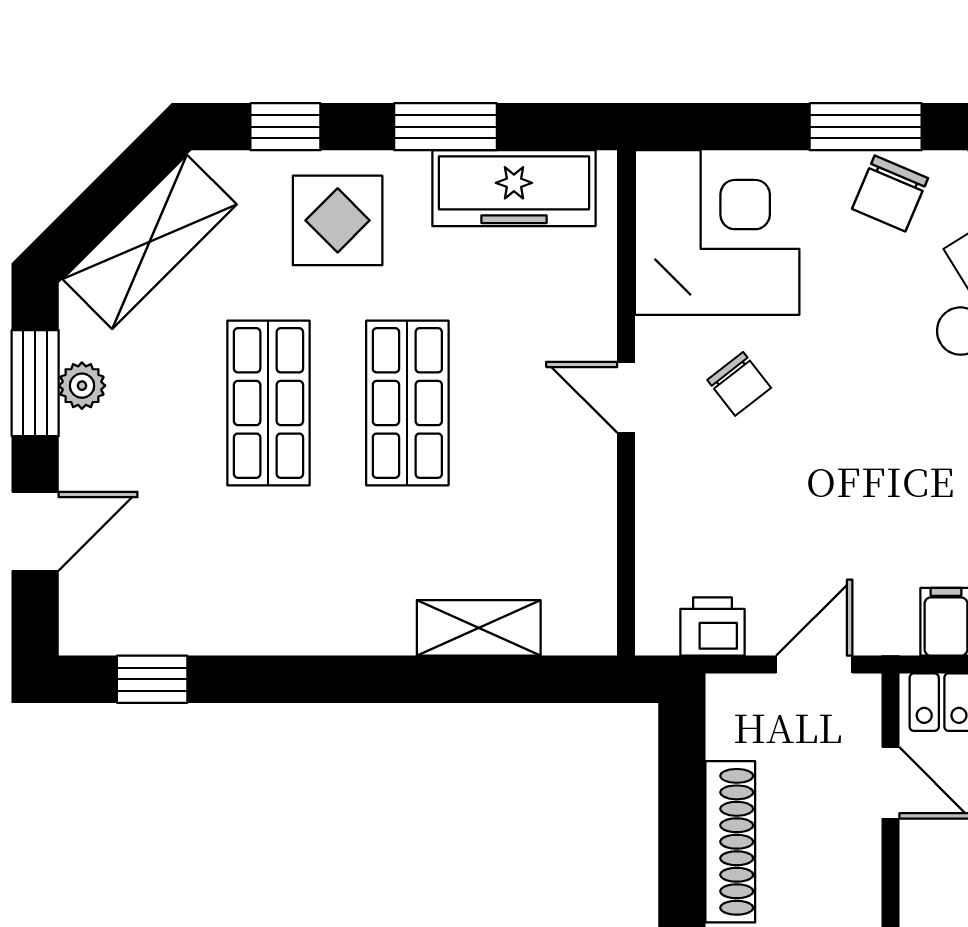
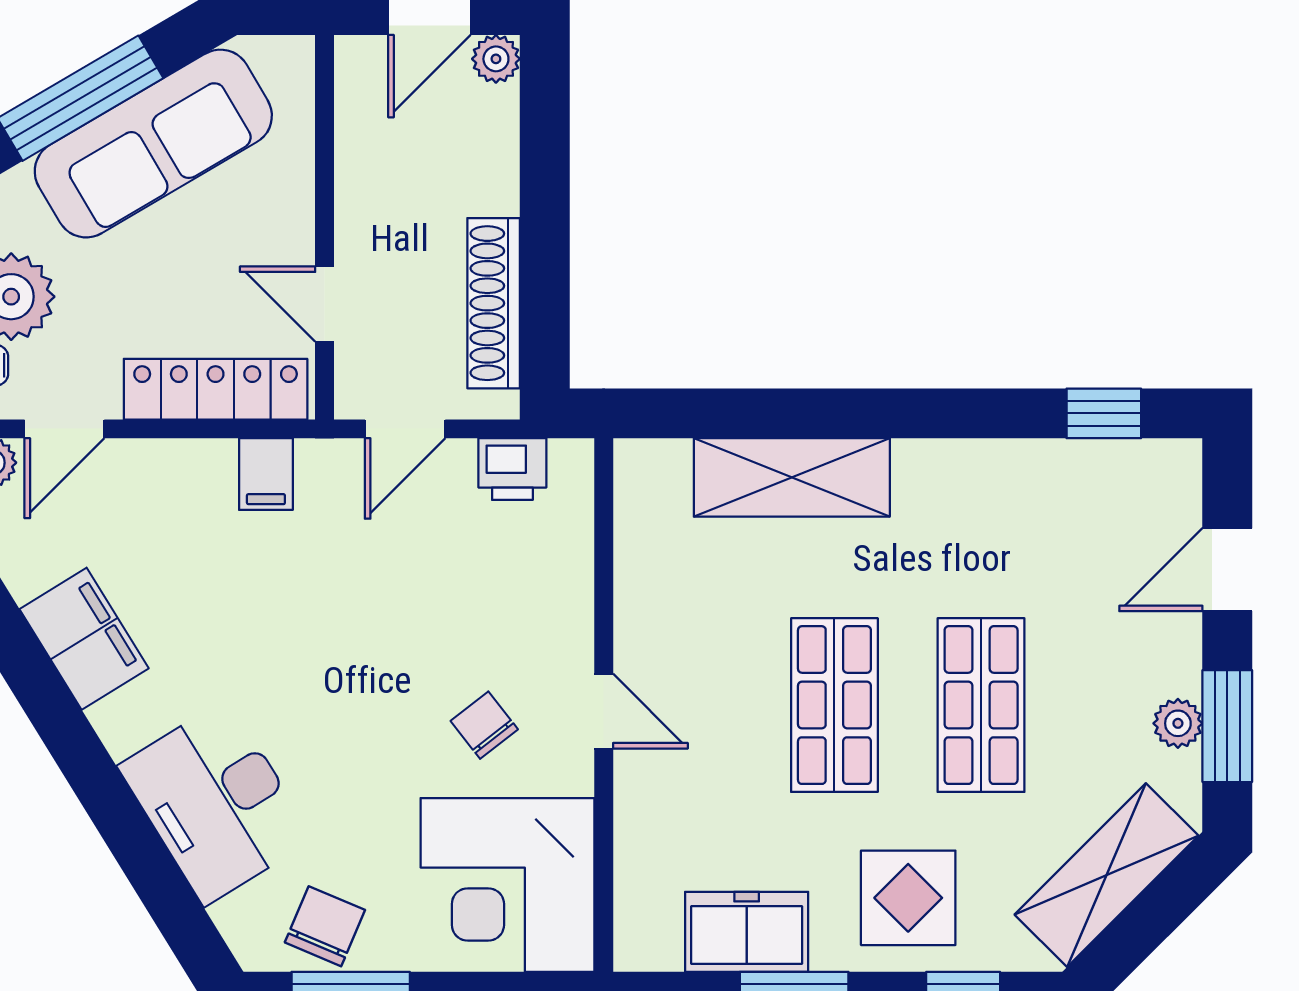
freezer: (514, 188) -> (747, 932), width x0.71
shelving: (479, 628) -> (792, 477), width x1.50, depth x1.33
shoe rack: (730, 842) -> (494, 303), moved

